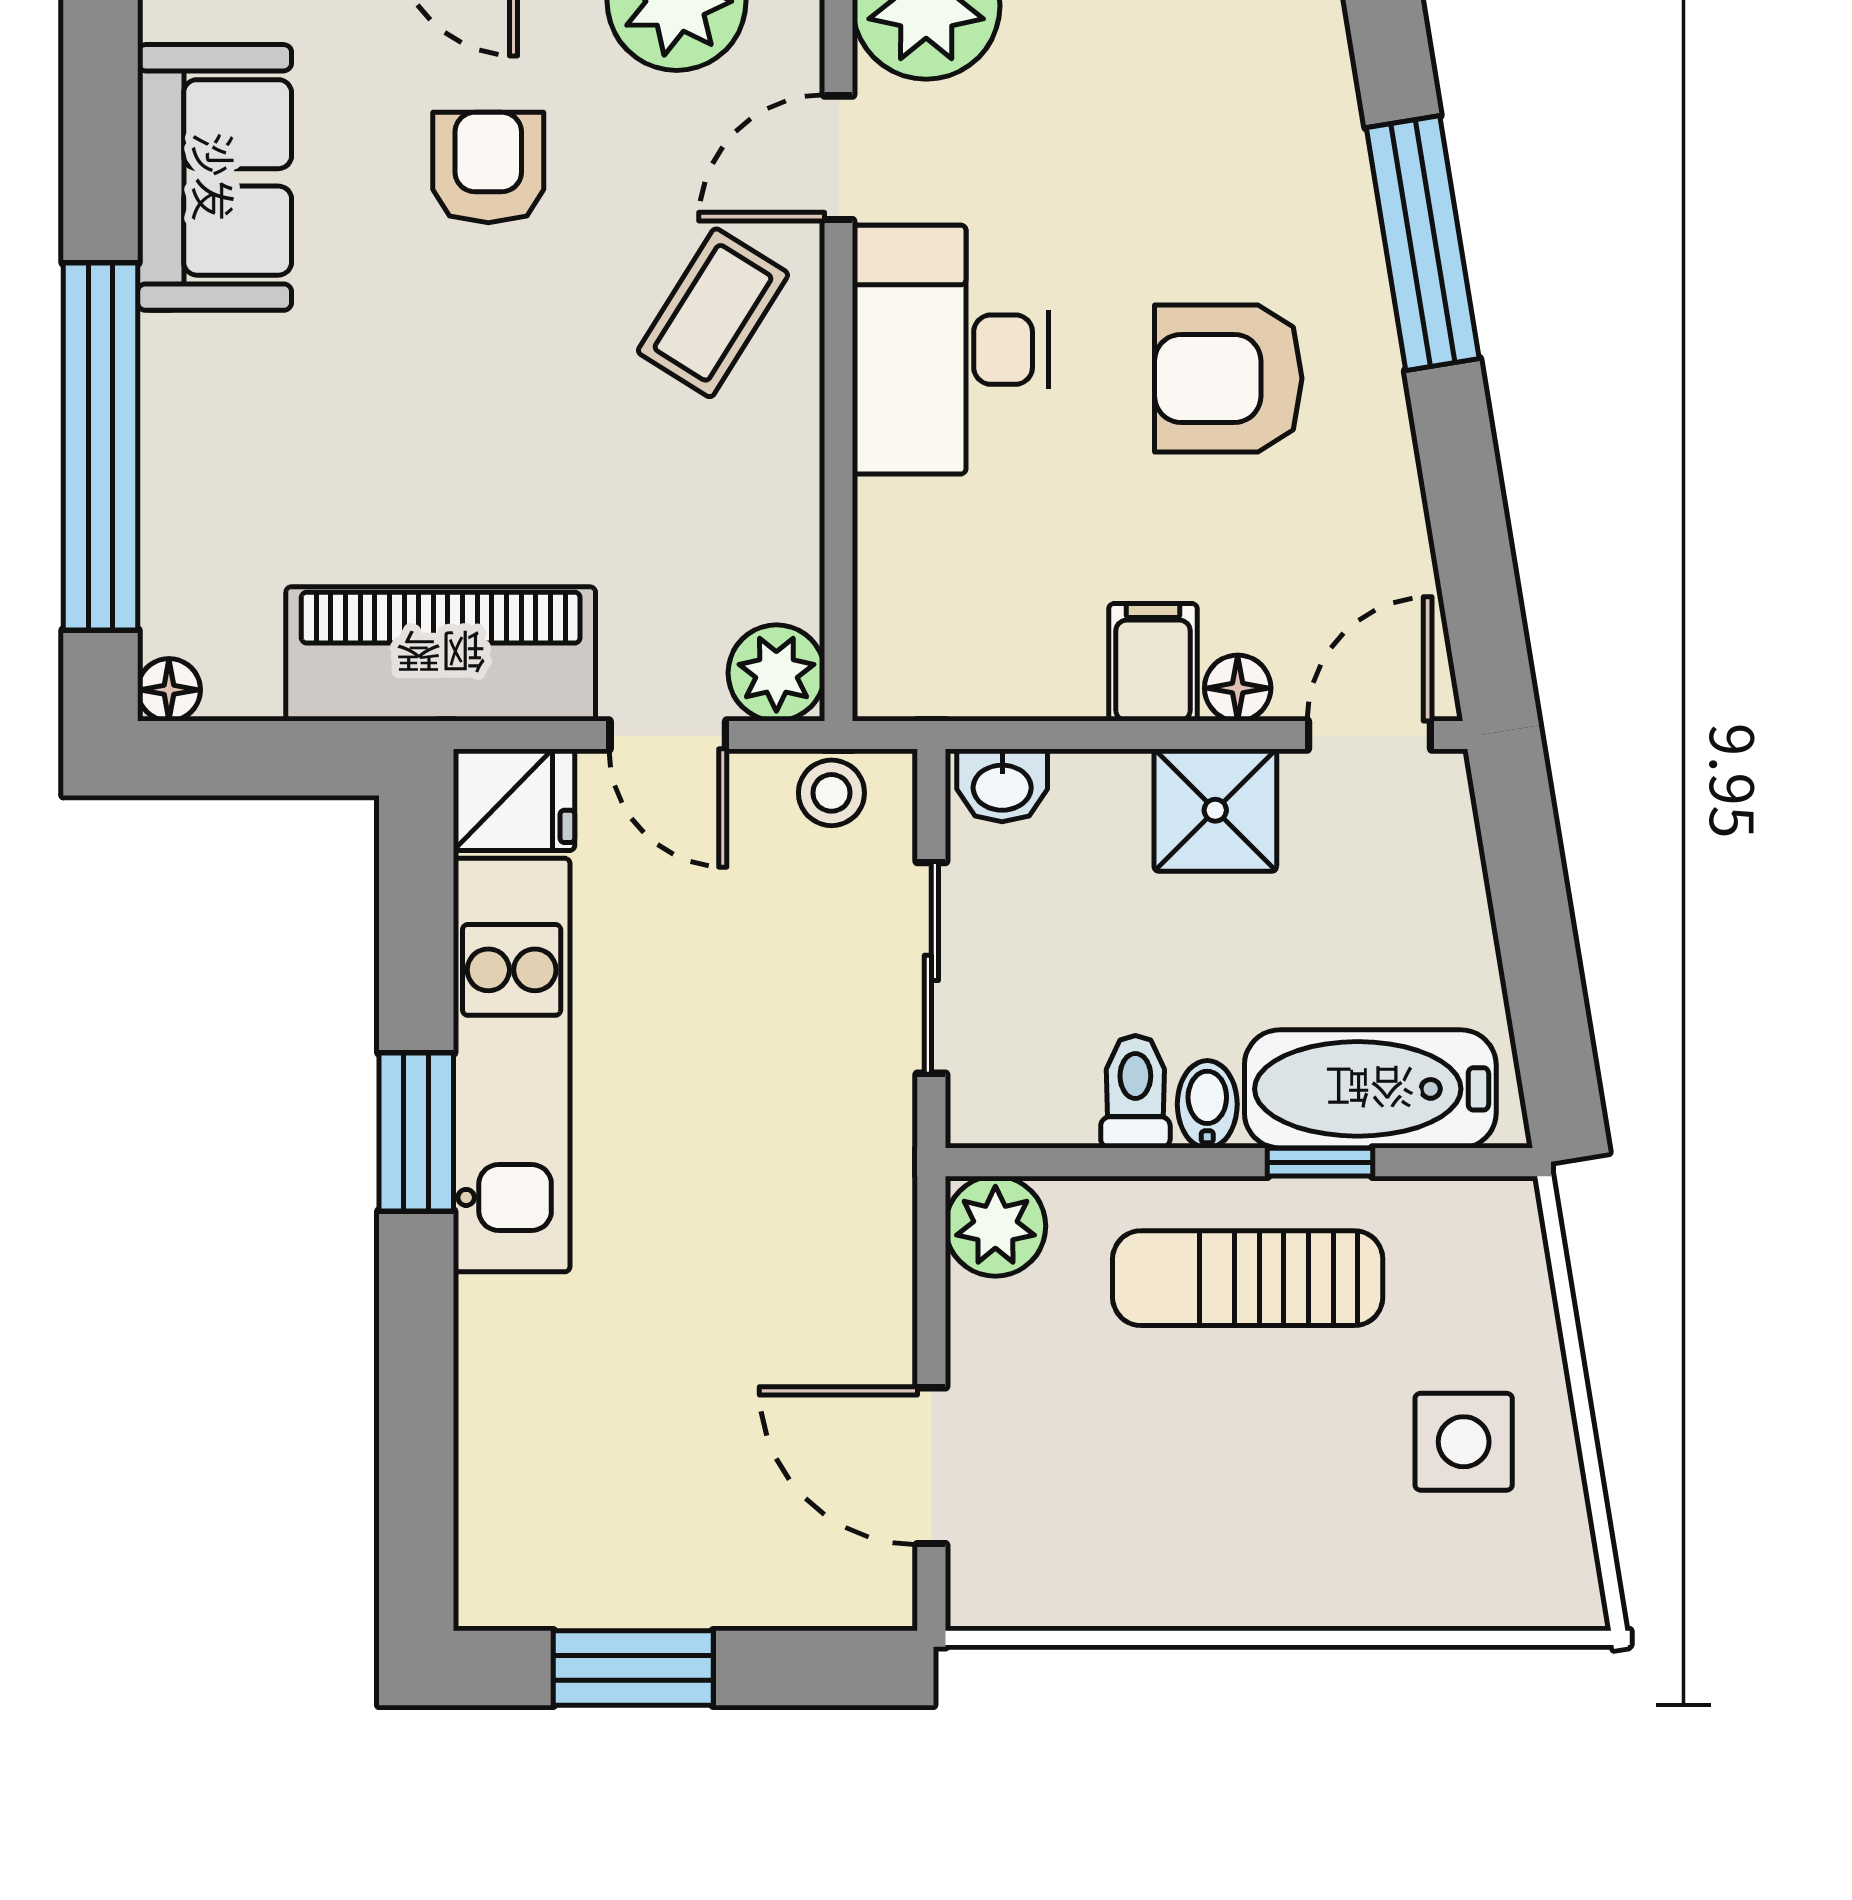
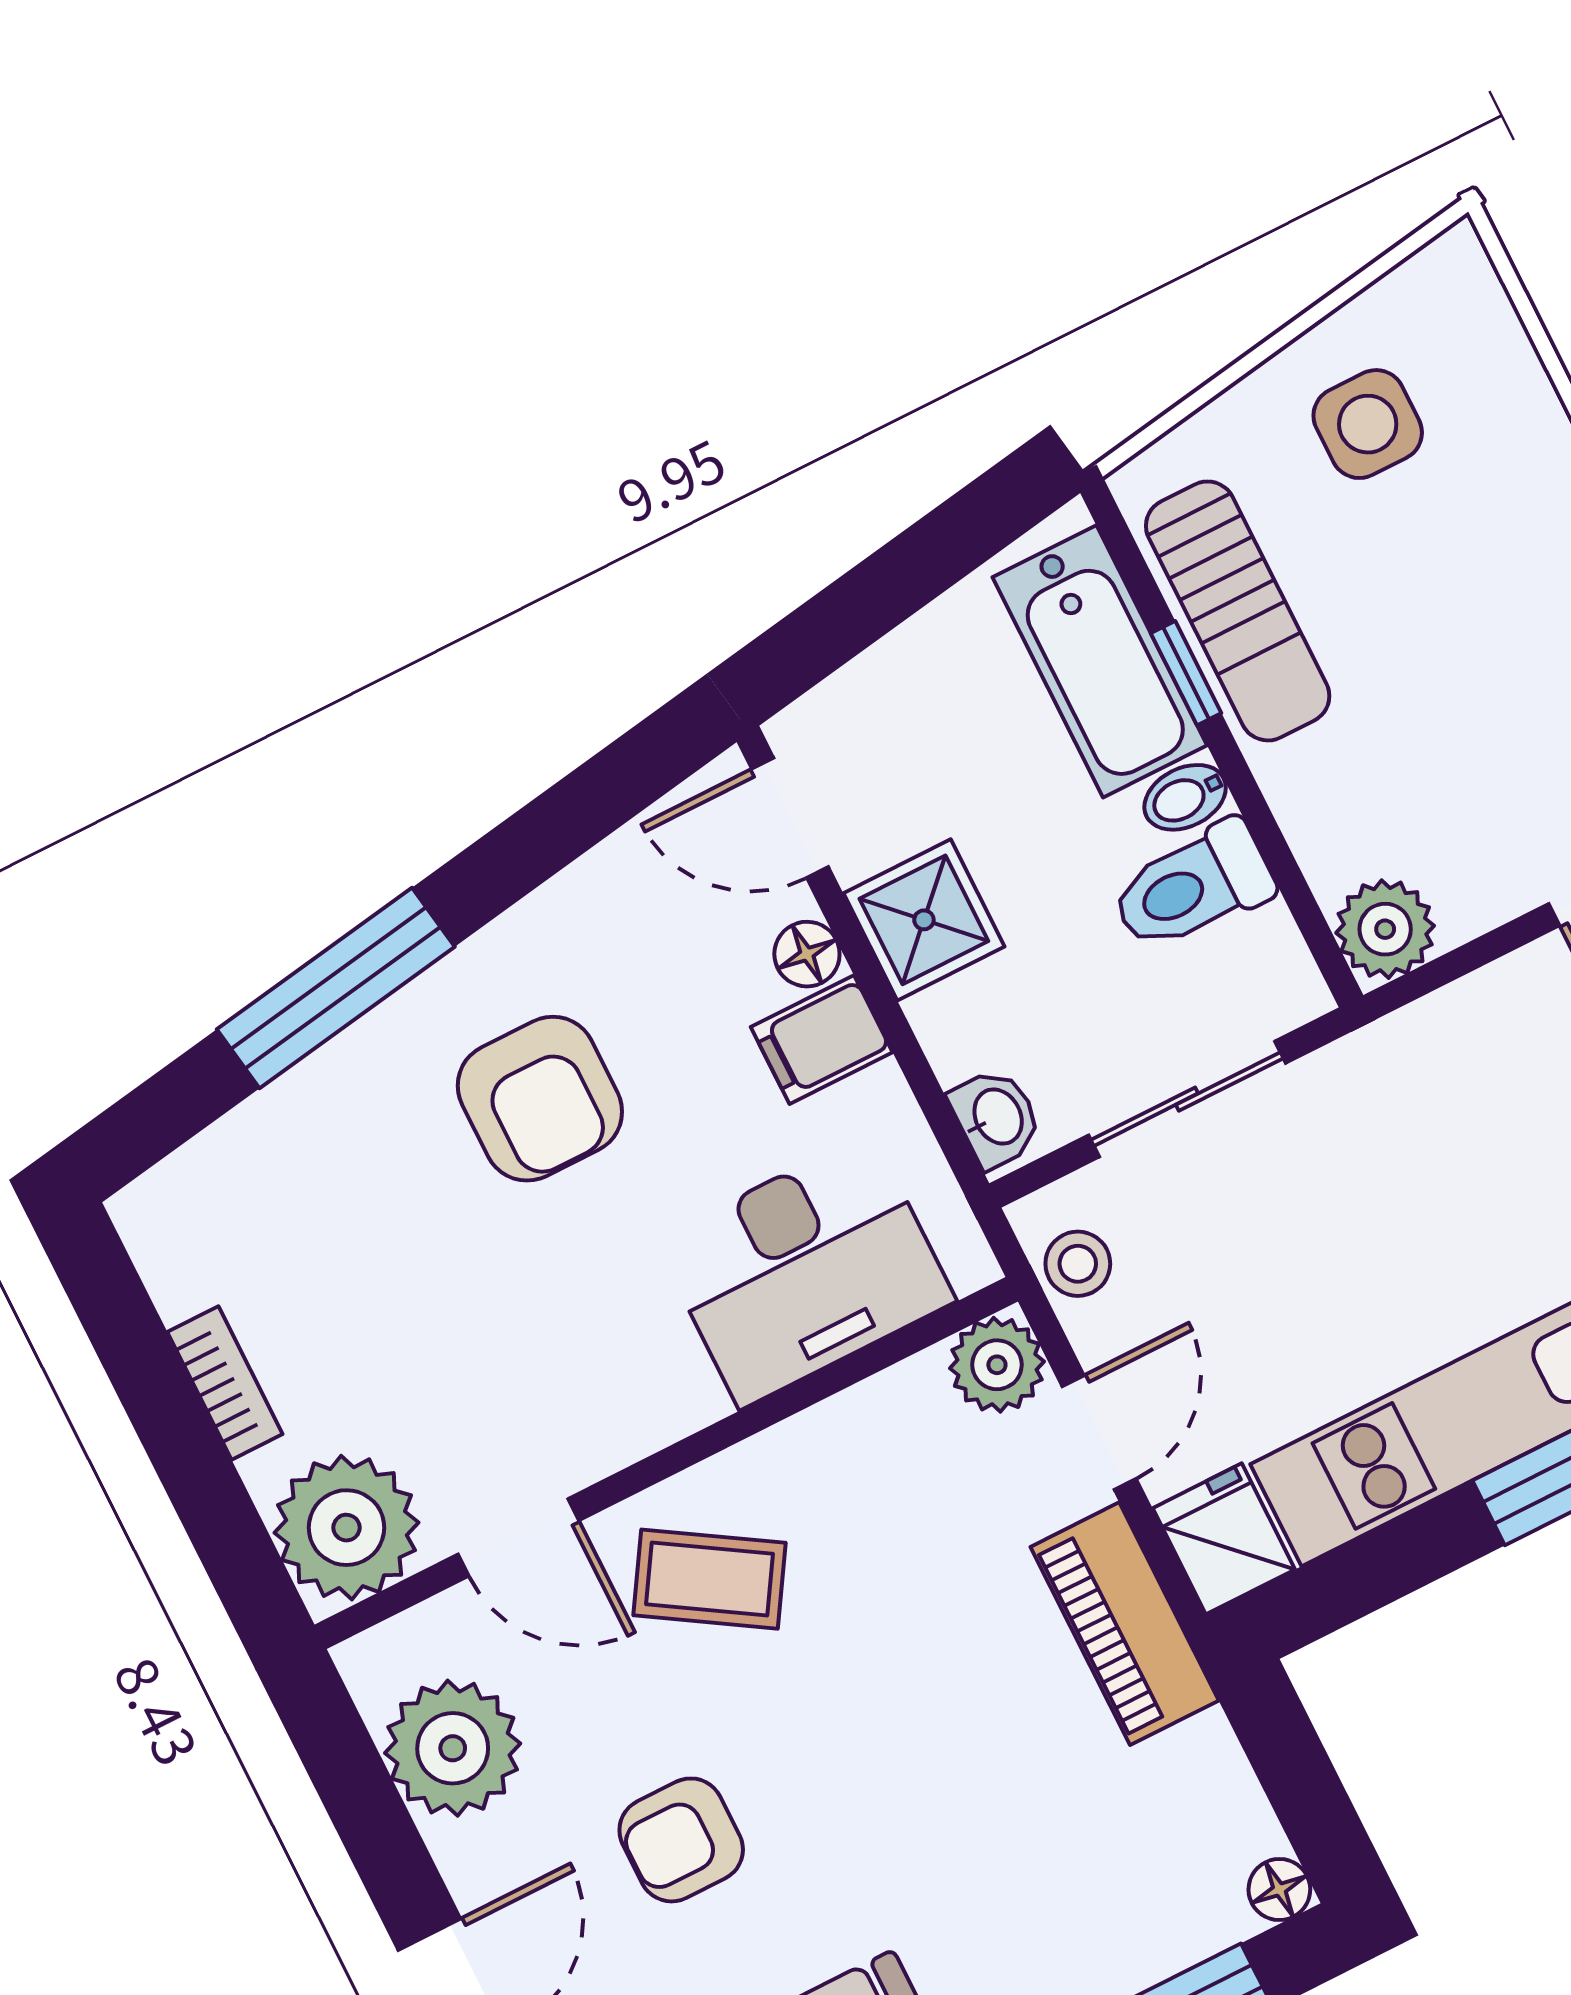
desk: (950, 350) -> (805, 1270), moved
piano: (441, 654) -> (1125, 1624), width x0.73, depth x0.75
toilet: (1135, 1092) -> (1192, 887), width x1.37, depth x1.39
sun lounger: (1248, 1278) -> (1238, 611), moved

